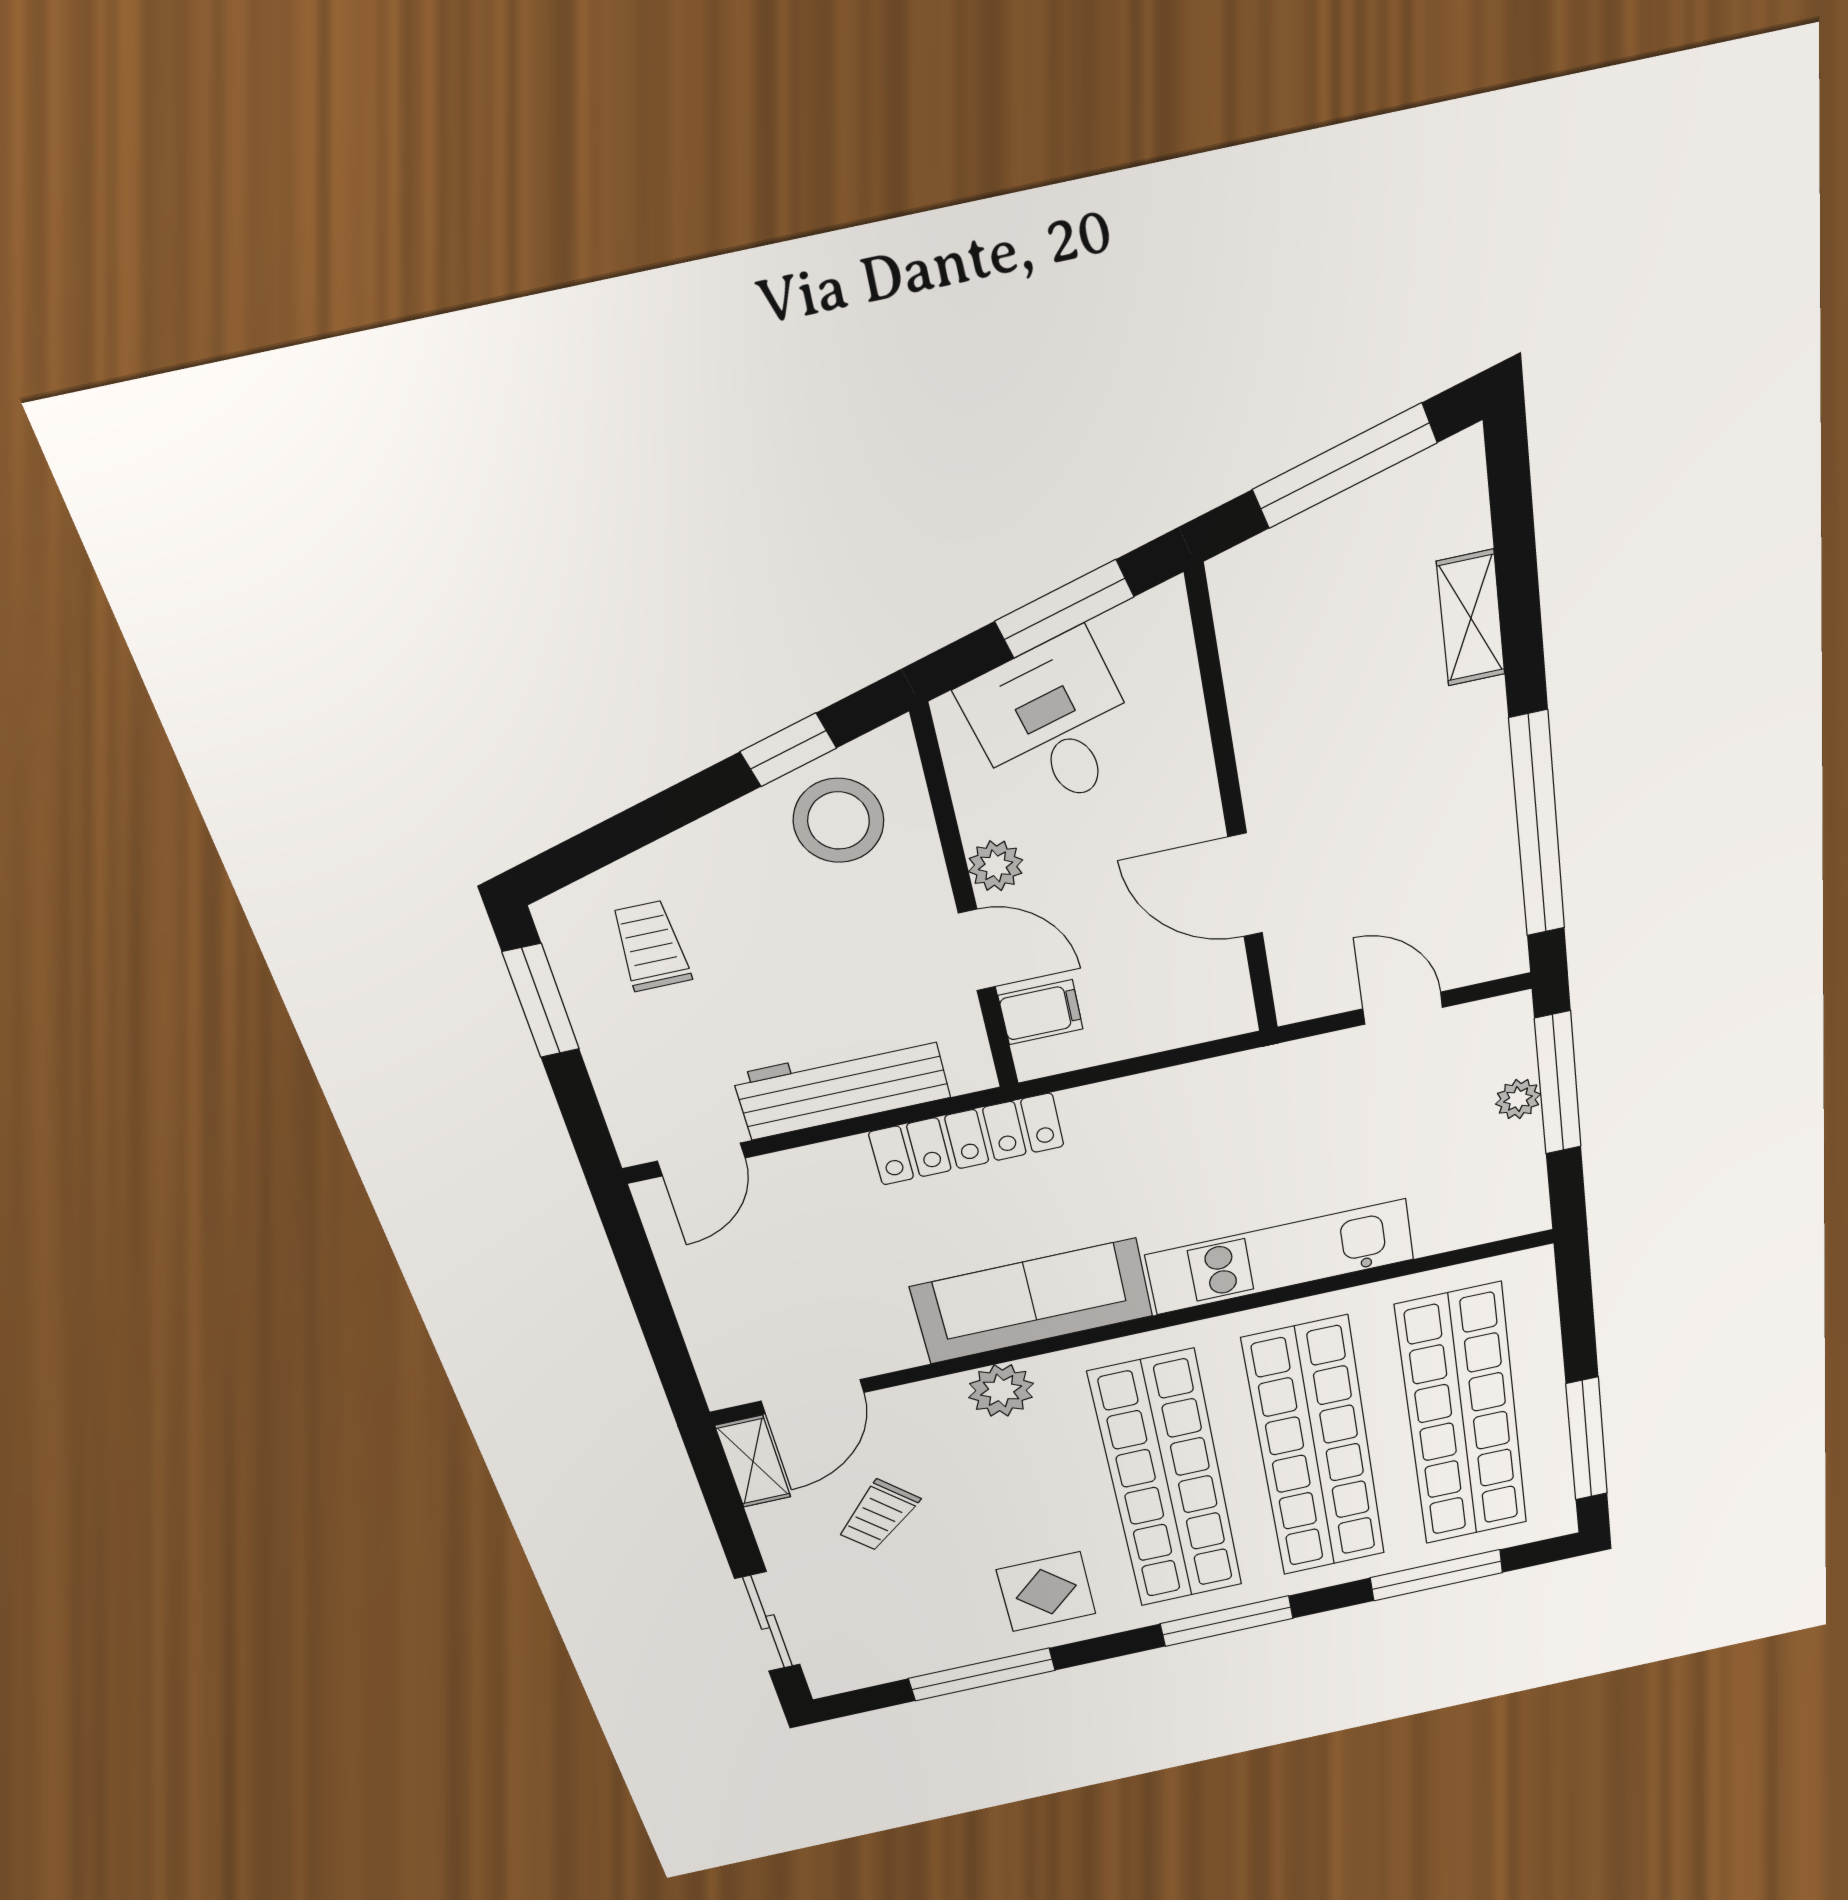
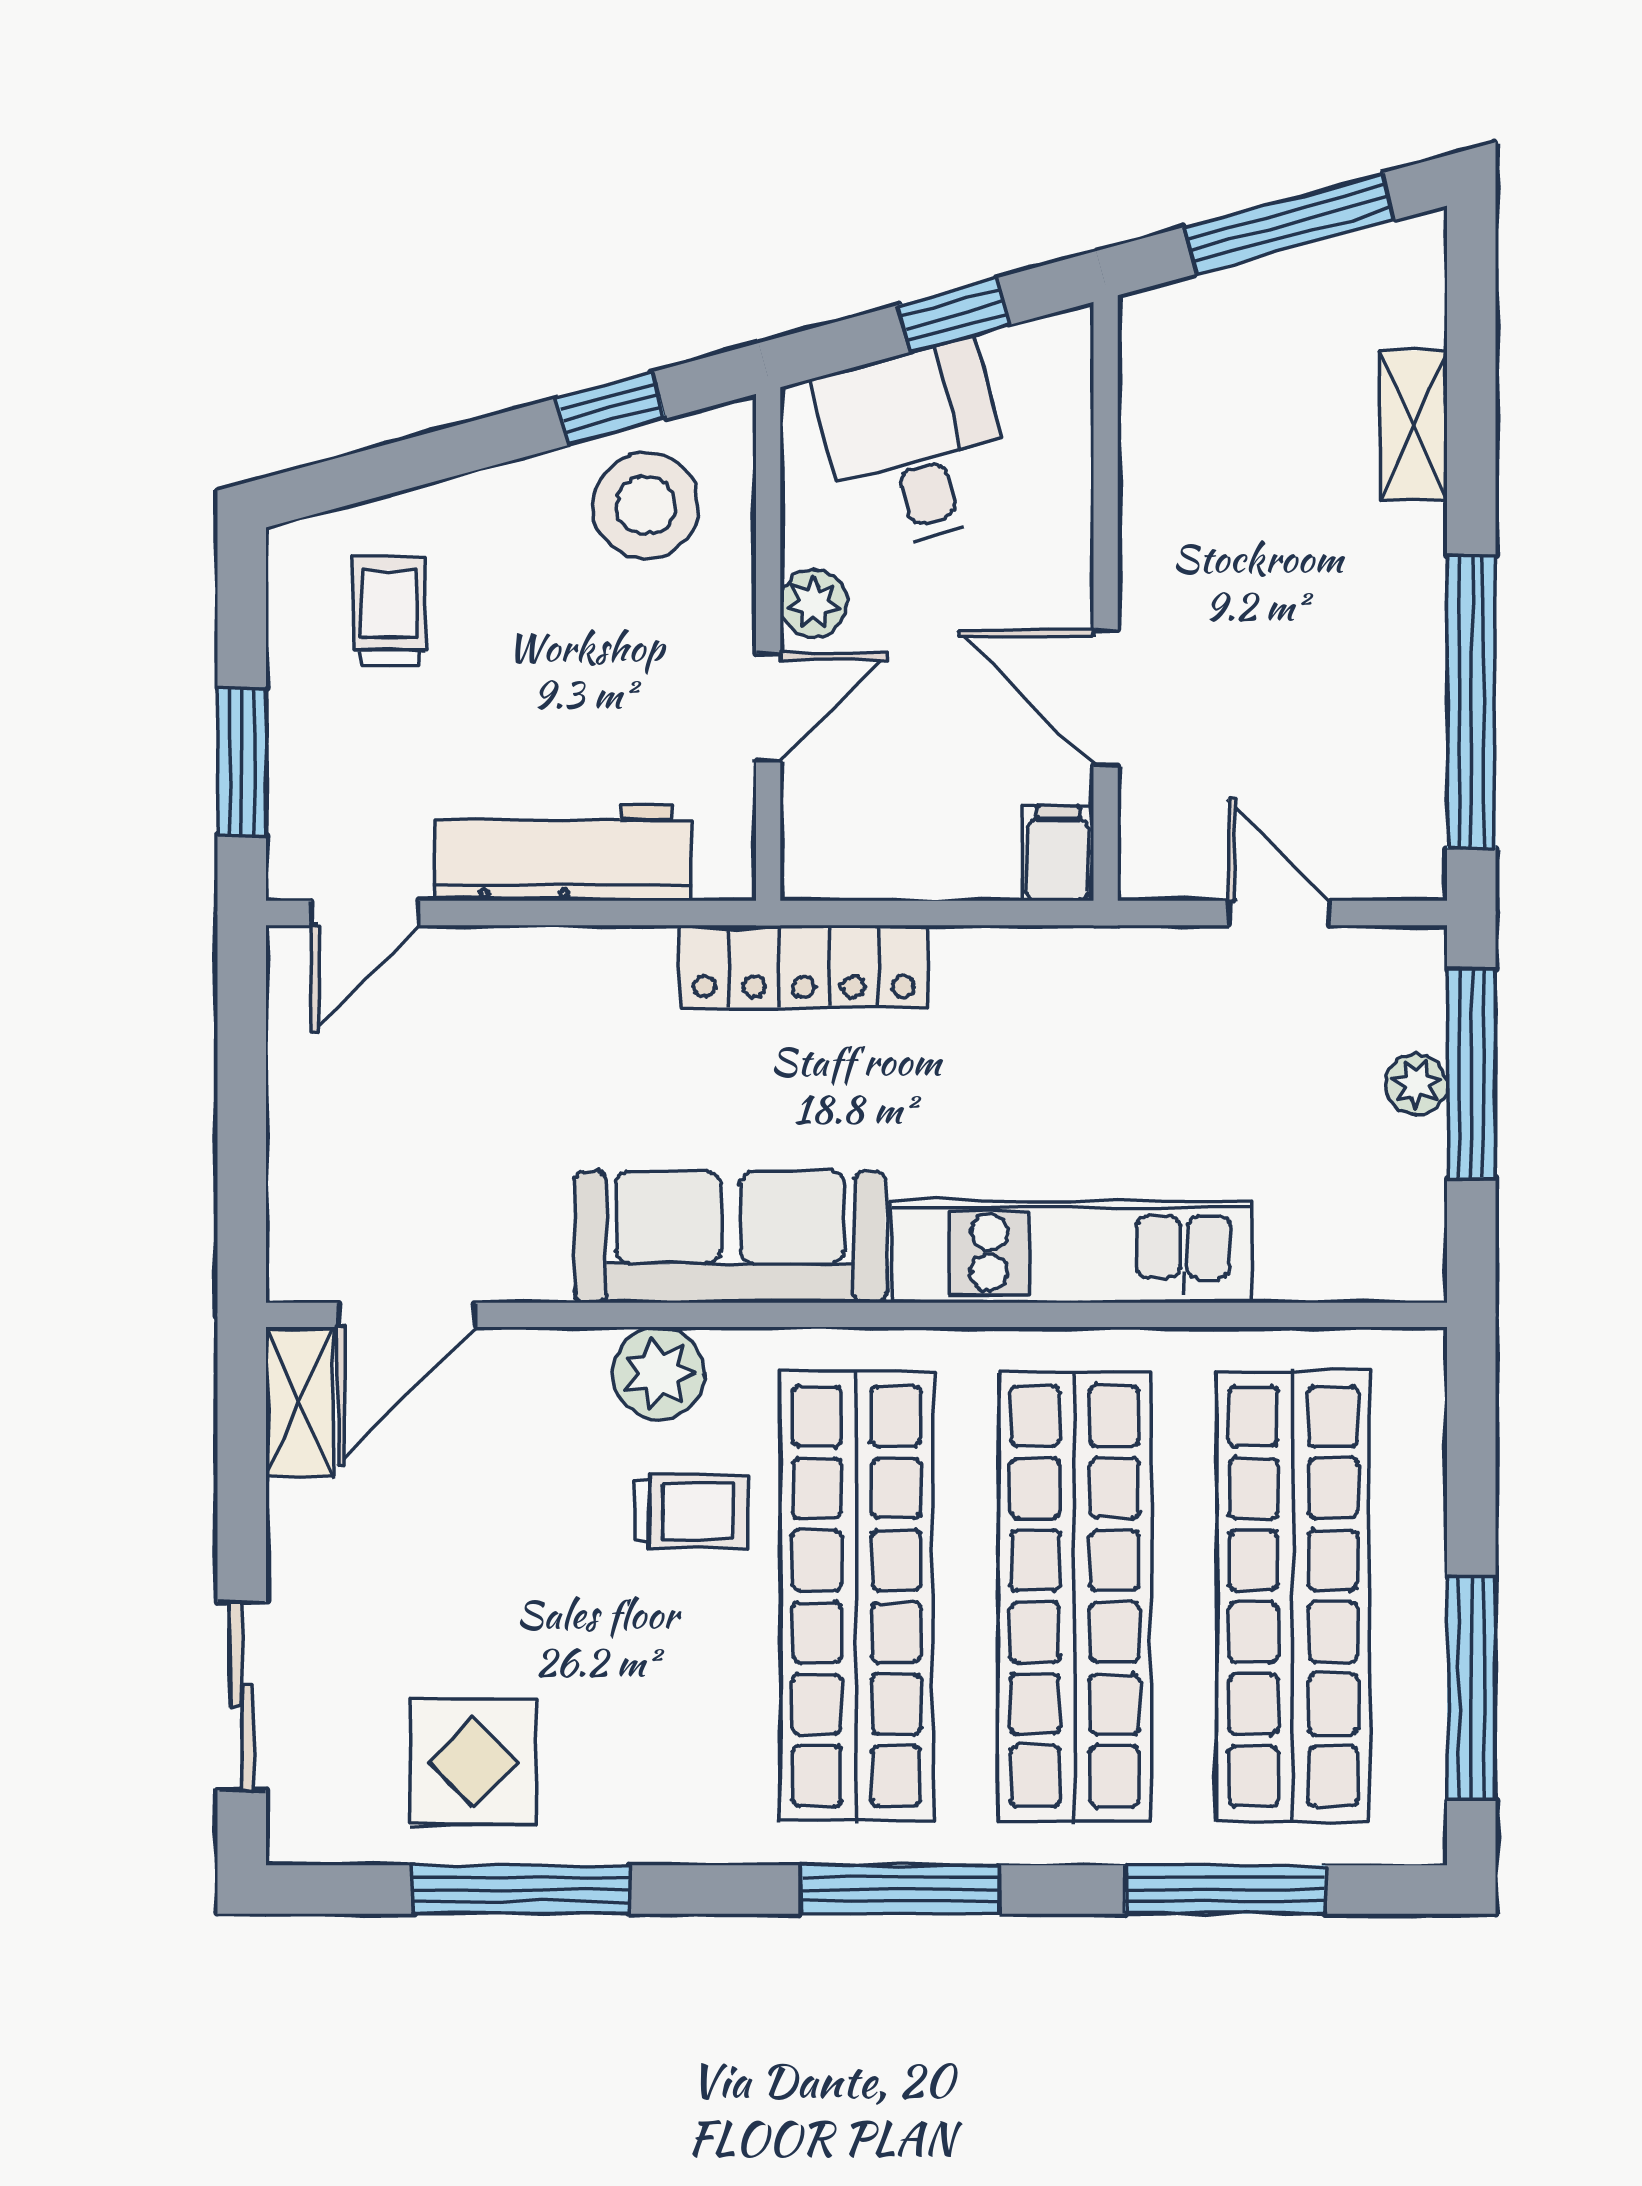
window: (1064, 609) -> (954, 315), width x0.67
door: (977, 950) -> (768, 707), hinge flipped
window: (541, 1001) -> (242, 761), moved
filing cabinet: (1041, 1012) -> (1058, 854), moved, turned -90
locker: (967, 1139) -> (804, 966), moved
trolley: (878, 1515) -> (691, 1511), moved, turned -135
display table: (1046, 1592) -> (473, 1761), moved

